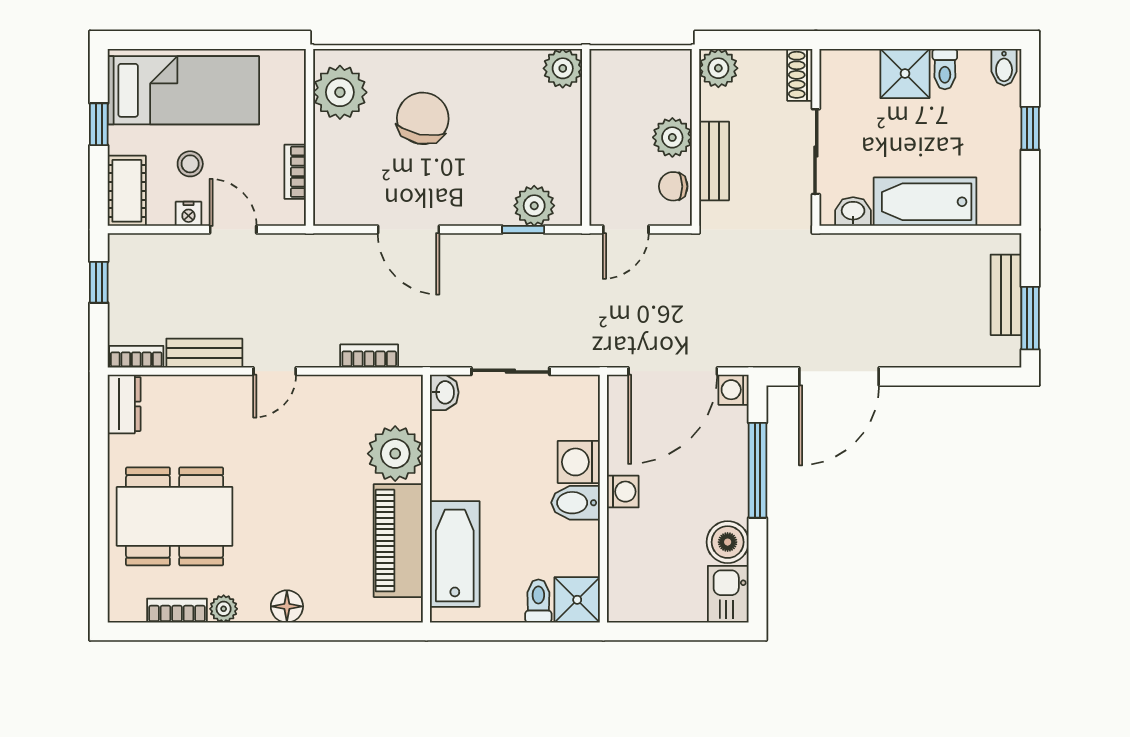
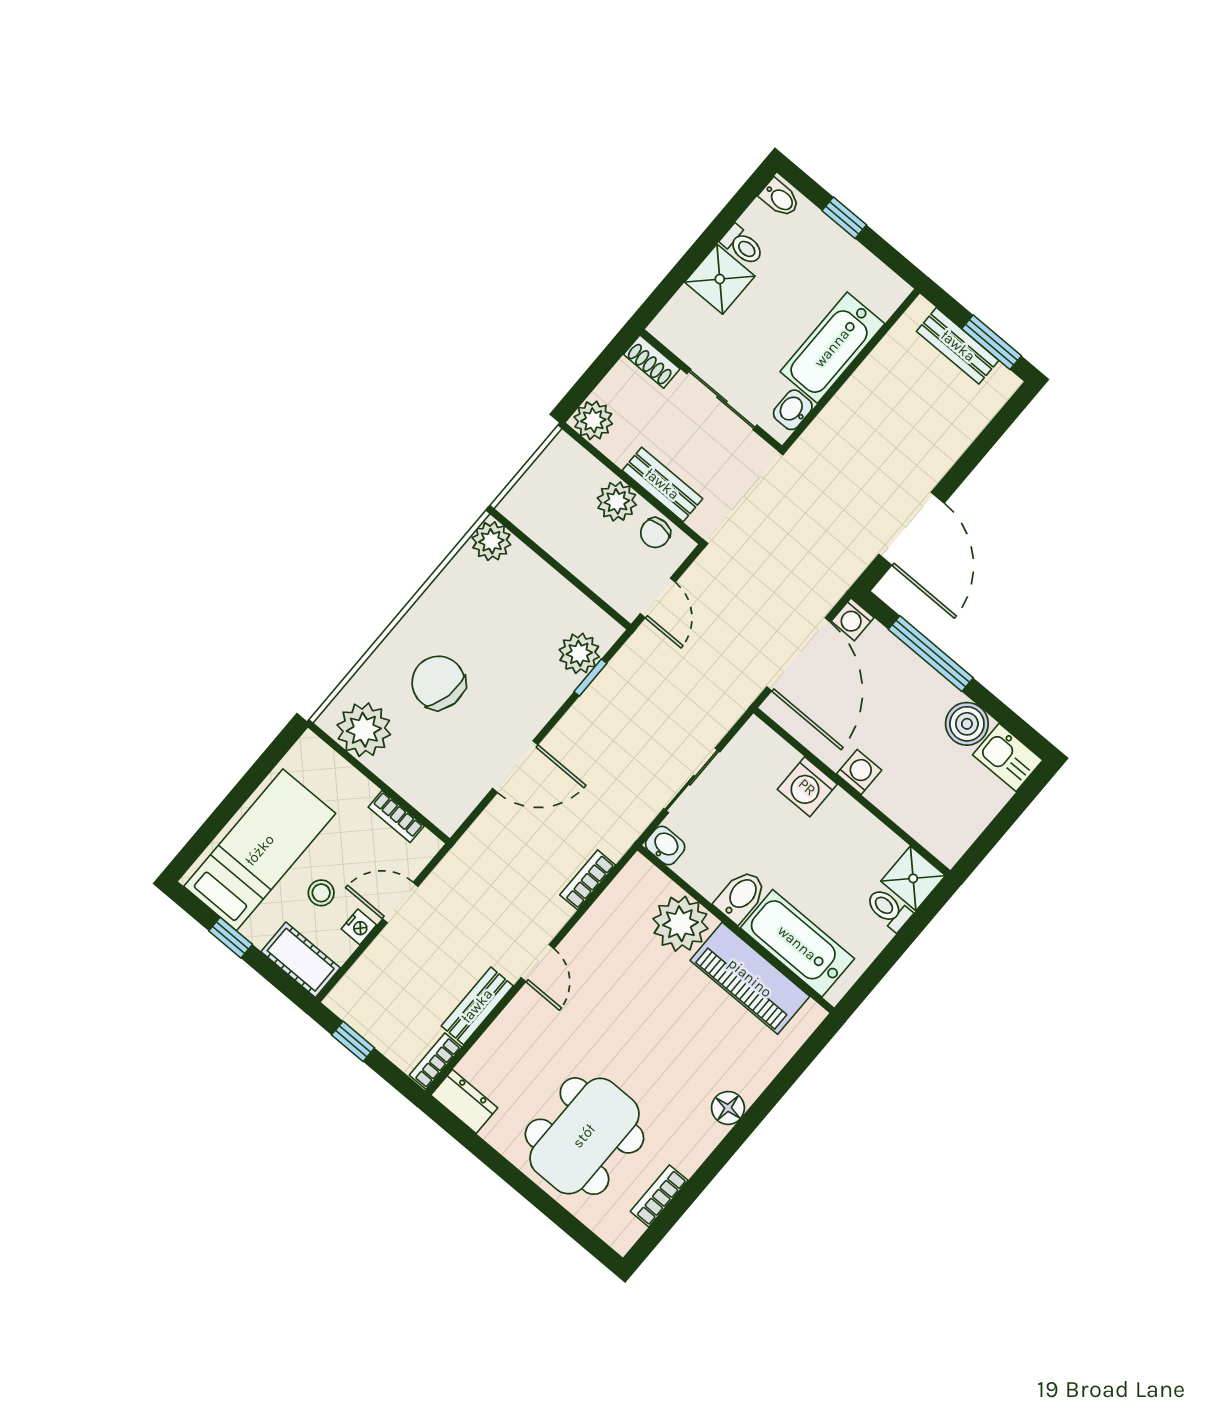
bidet: (576, 503) -> (741, 896), moved, turned 180
plant: (224, 609) -> (688, 1159), removed

